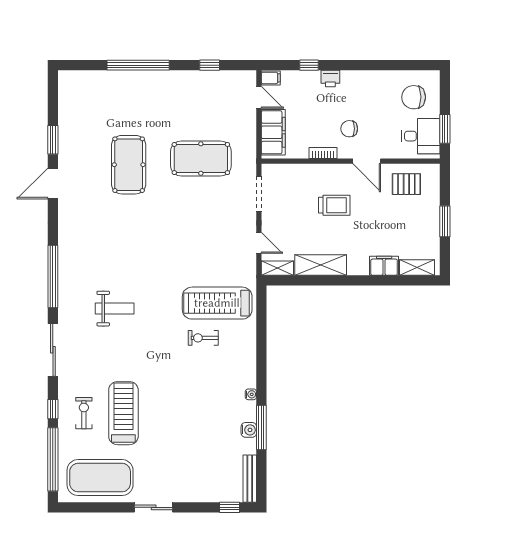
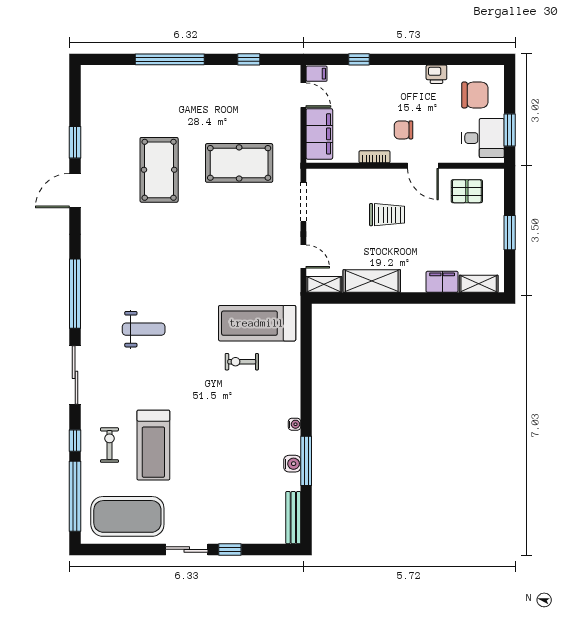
printer: (330, 78) -> (436, 74), moved
chair: (414, 97) -> (475, 95), turned 180
treadmill: (123, 413) -> (153, 445), turned 180
window: (229, 507) -> (230, 549), moved

